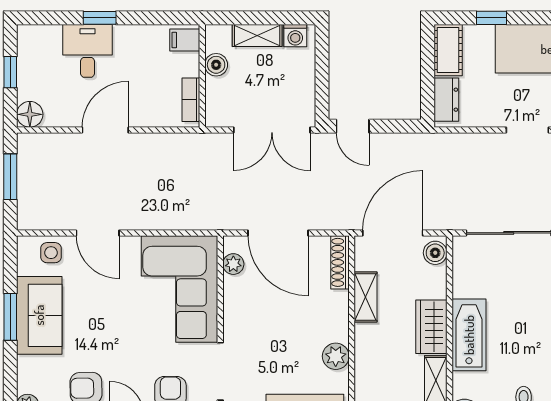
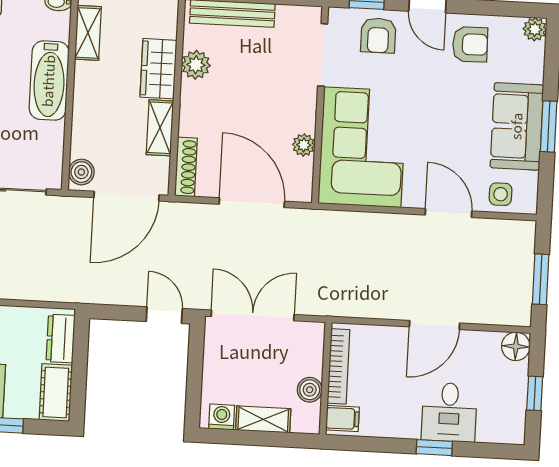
bookcase: (191, 100) -> (338, 366), width x1.56
plant: (233, 264) -> (304, 145), moved
wardrobe: (431, 327) -> (158, 69), moved, turned 180

